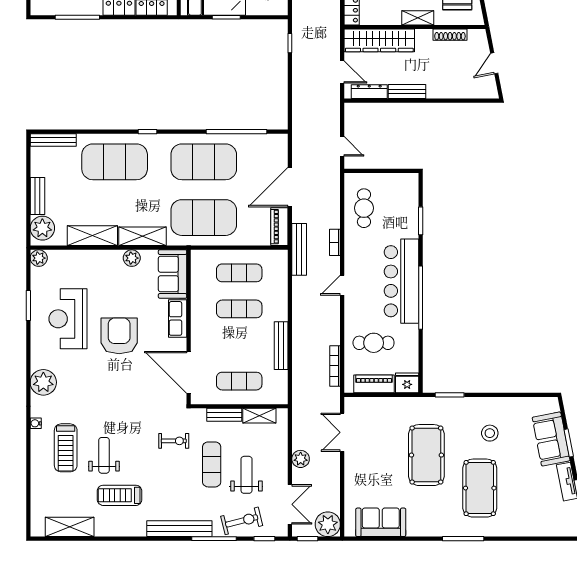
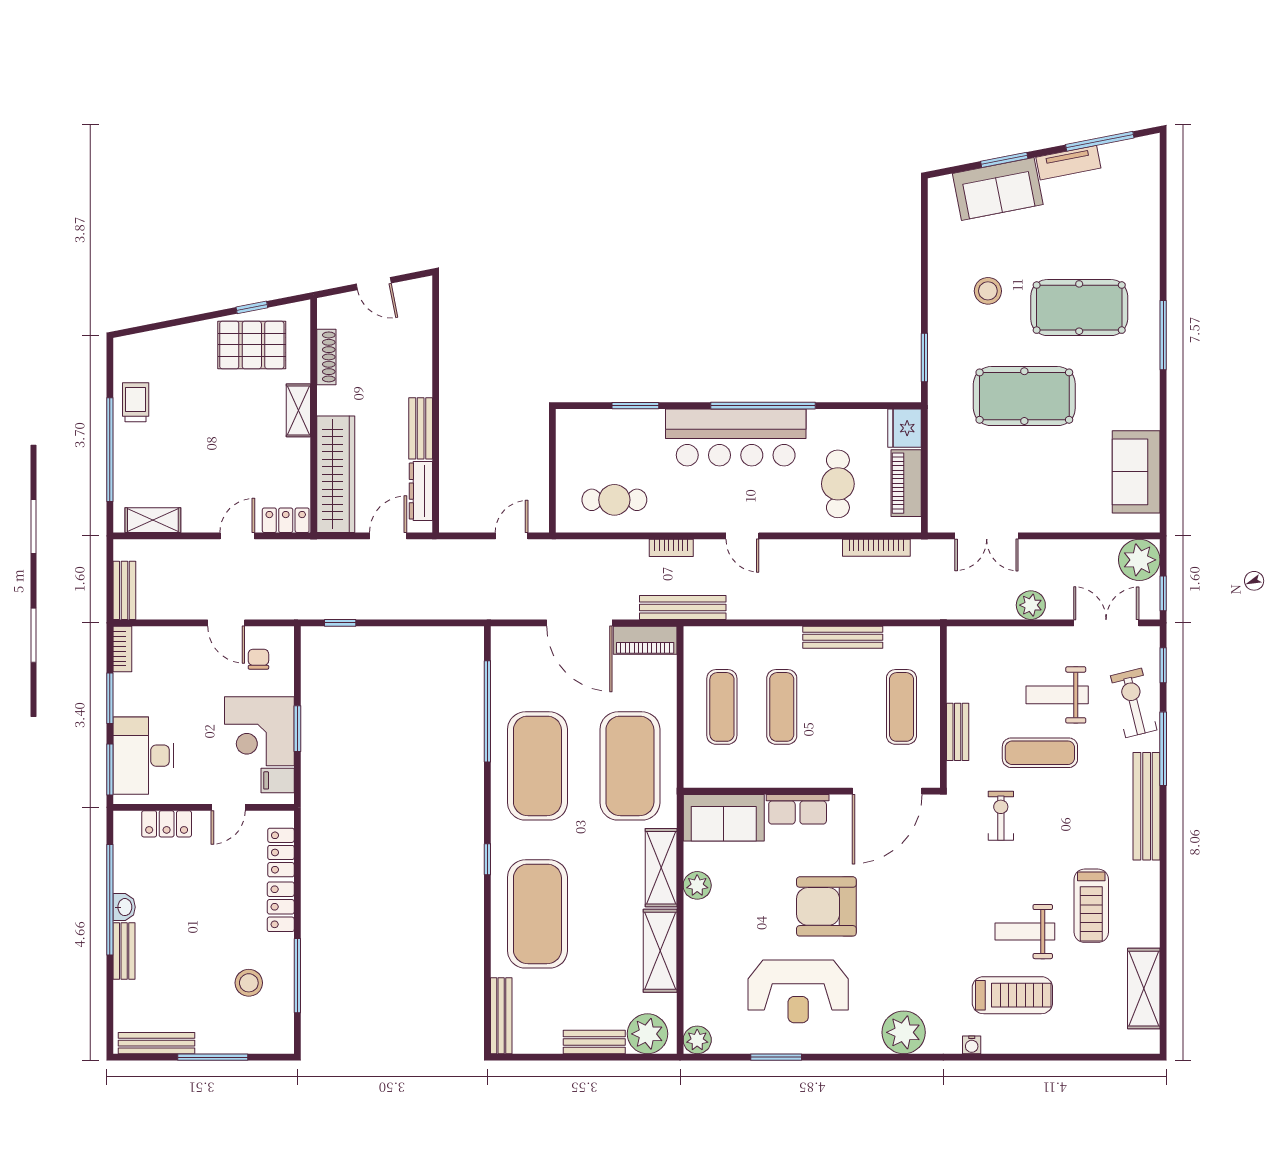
shelving: (259, 416) -> (959, 674), removed

